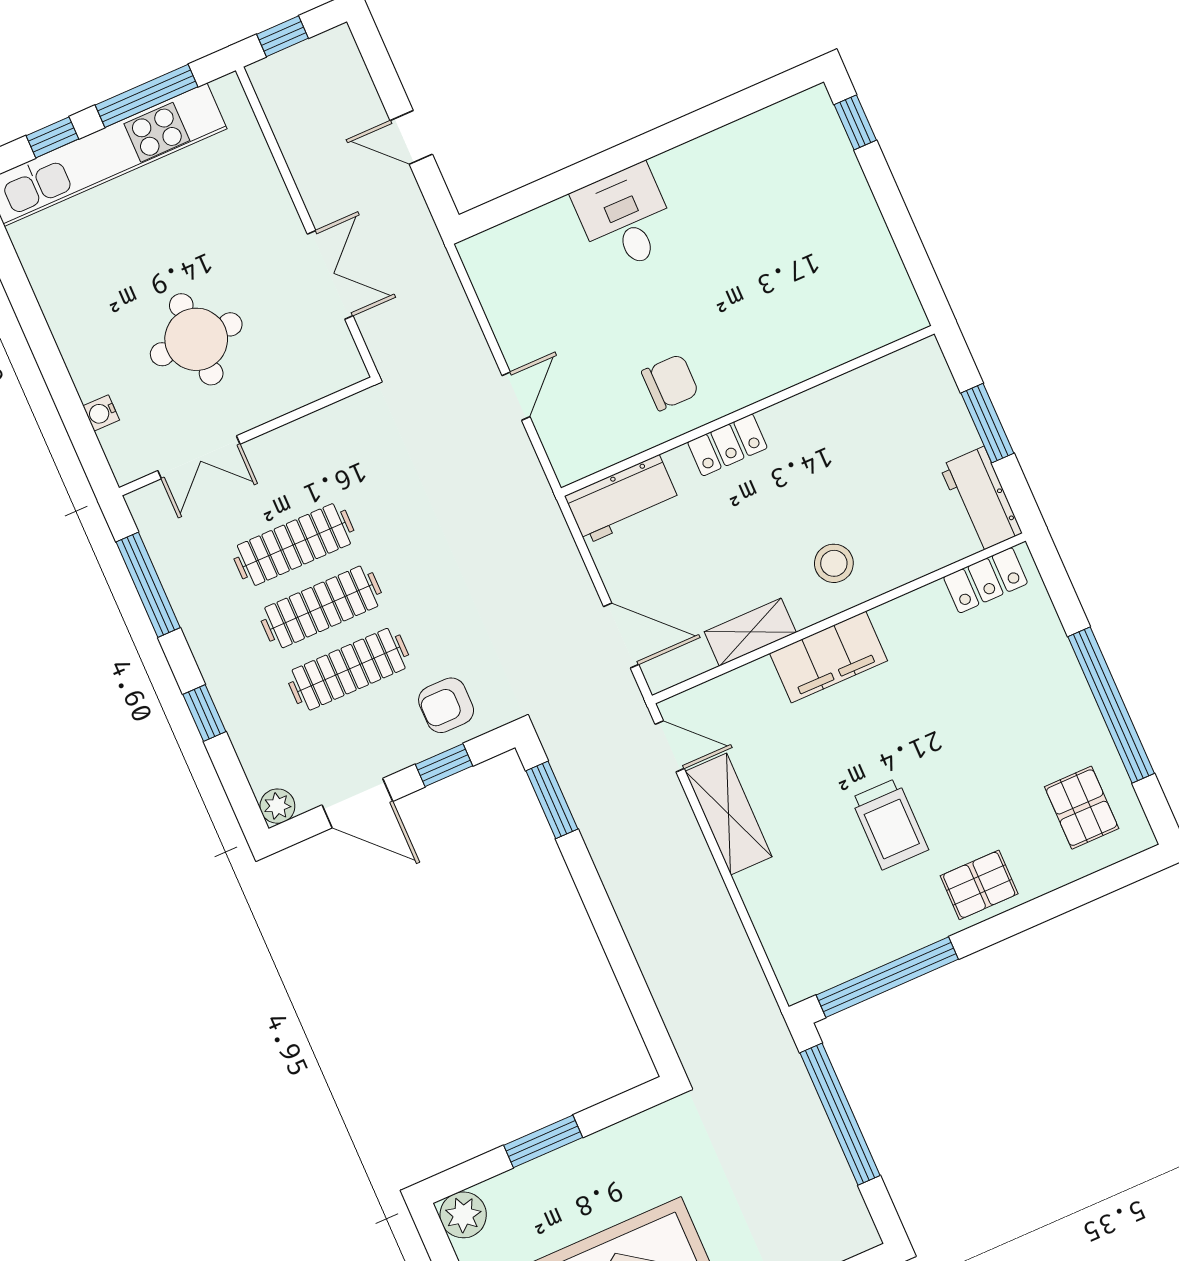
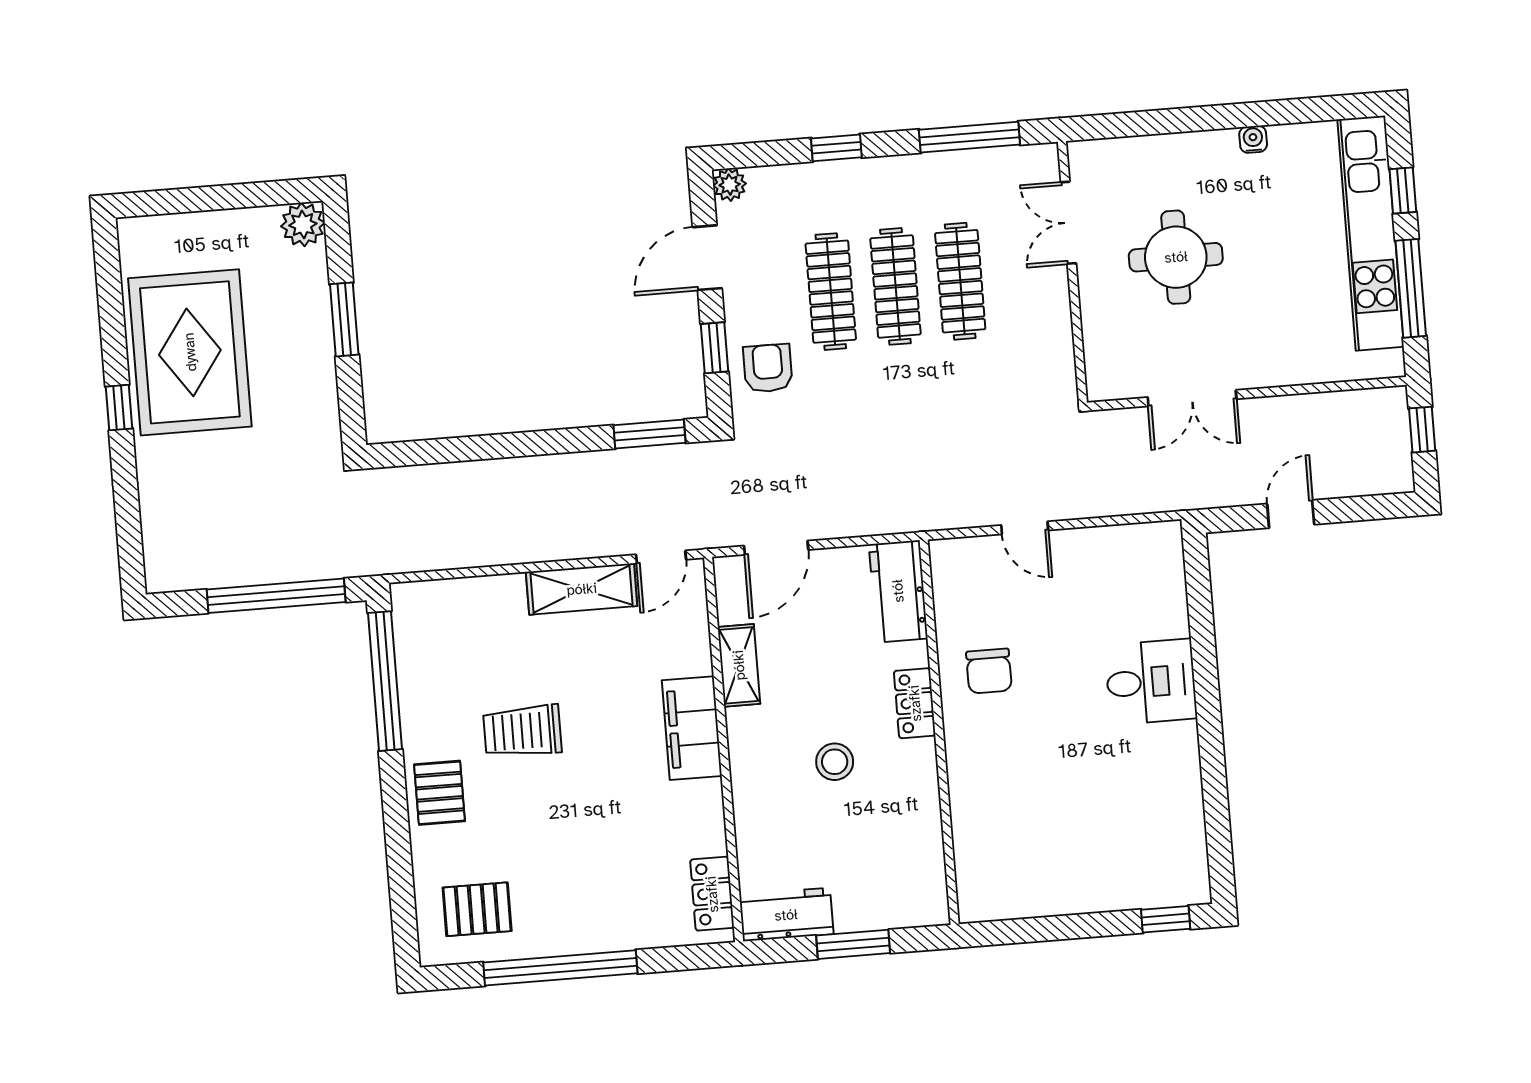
water cooler: (101, 413) -> (1253, 139), moved
stool: (834, 563) -> (835, 762), moved

